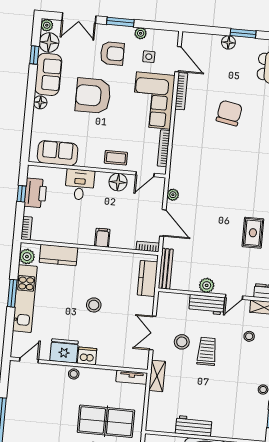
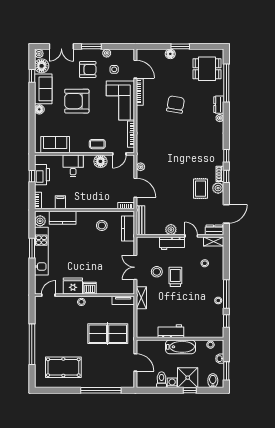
filing cabinet: (102, 238) -> (60, 202), moved
door: (234, 297) -> (191, 236), swing flipped
stool: (94, 305) -> (102, 225), moved

